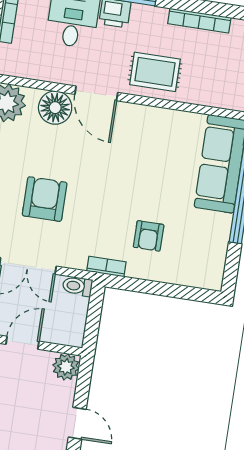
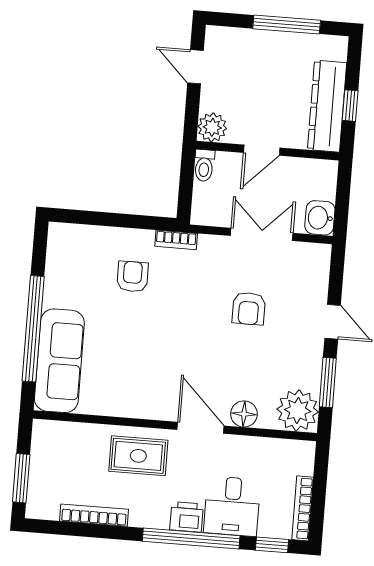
floor lamp: (55, 108) -> (244, 414), width x0.73, depth x0.73
armchair: (45, 199) -> (249, 309), width x0.72, depth x0.72
toilet: (77, 286) -> (204, 165), moved, turned 90

